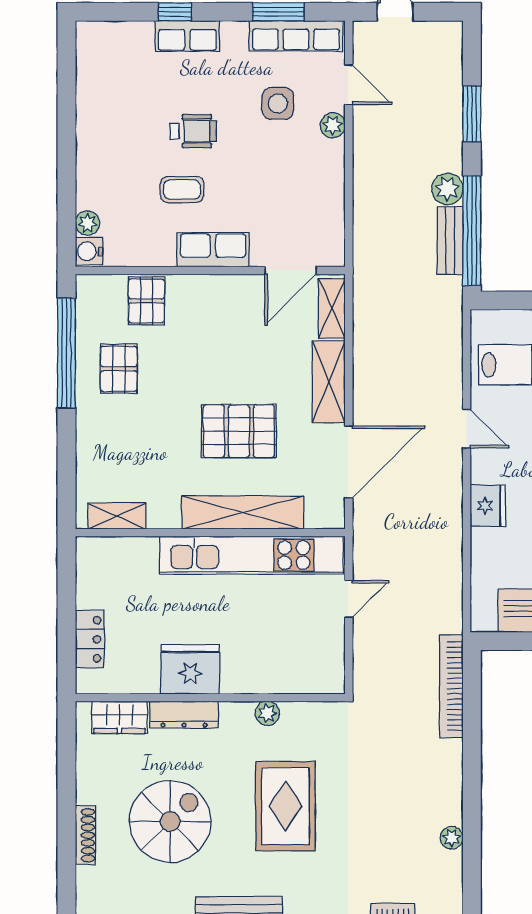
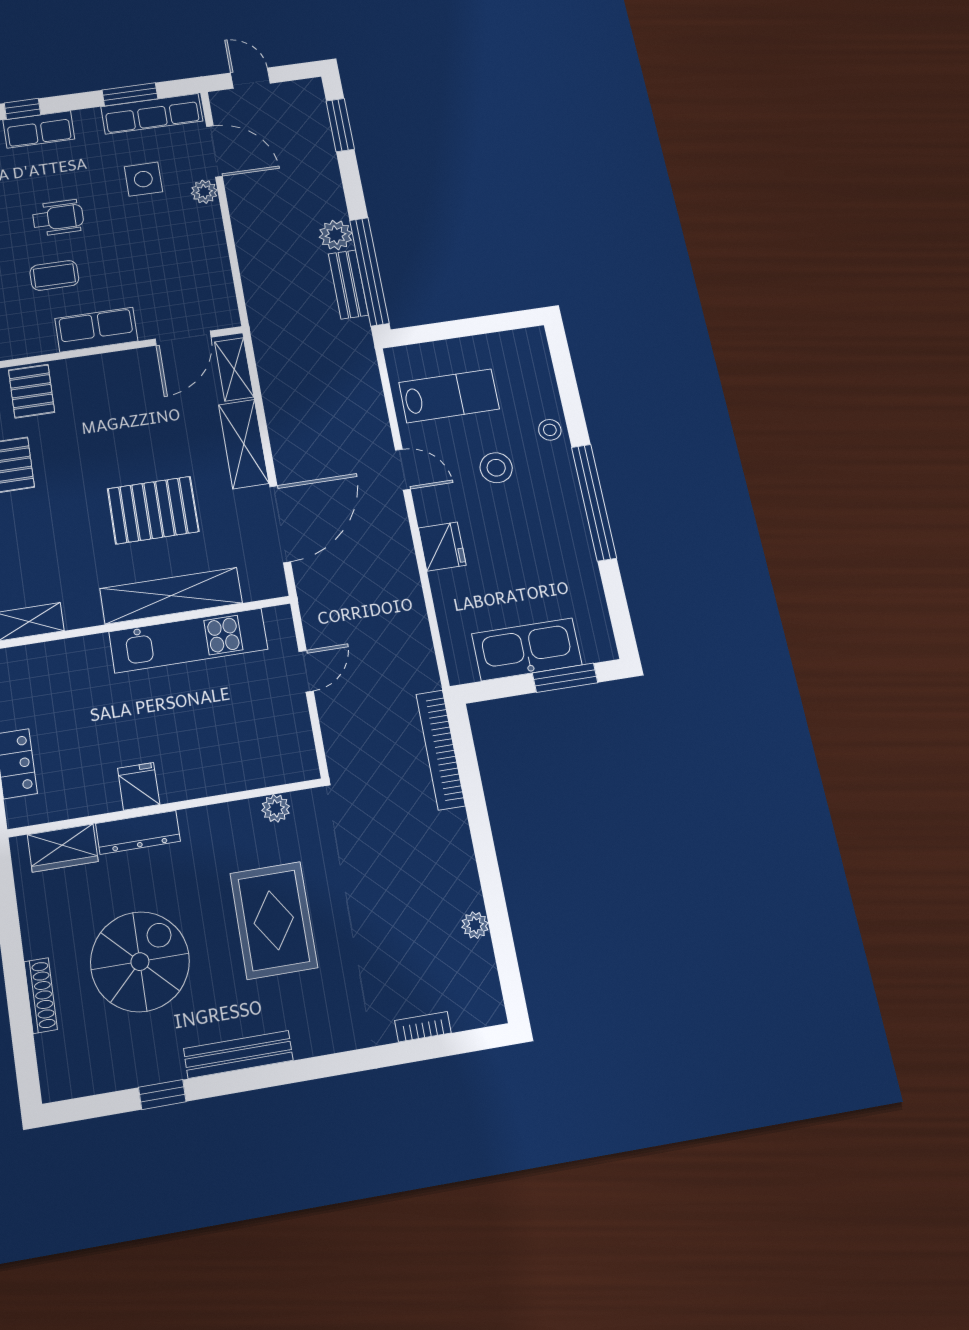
door: (349, 85) -> (214, 151), width x1.38
window: (472, 114) -> (340, 125), moved
kitchen unit: (252, 555) -> (188, 641), width x0.73
fridge: (190, 669) -> (139, 786), width x0.53, depth x0.75
plant: (267, 713) -> (276, 808), moved

